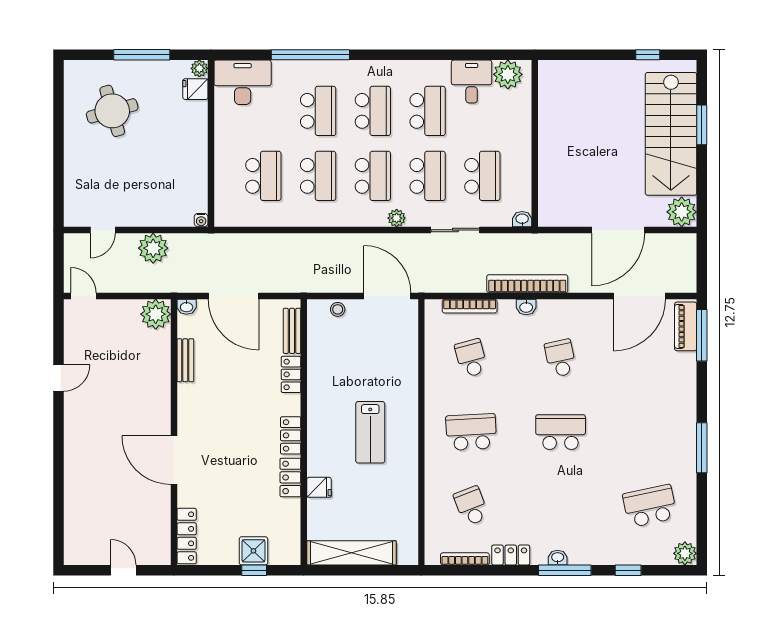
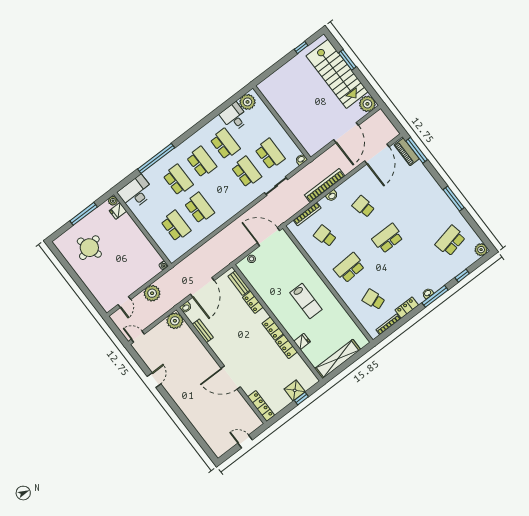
school desk: (373, 176) -> (223, 190), removed
plant: (397, 218) -> (247, 200), removed
door: (233, 296) -> (202, 287), hinge flipped

